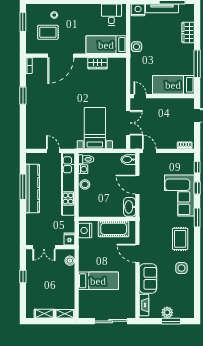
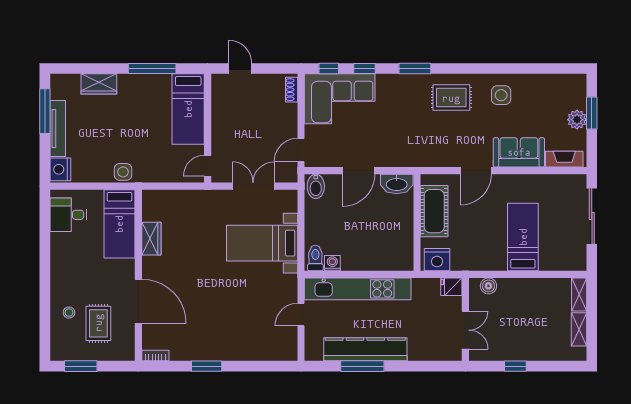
stool: (85, 184) -> (358, 260), removed
corner sofa: (179, 196) -> (340, 99), moved

